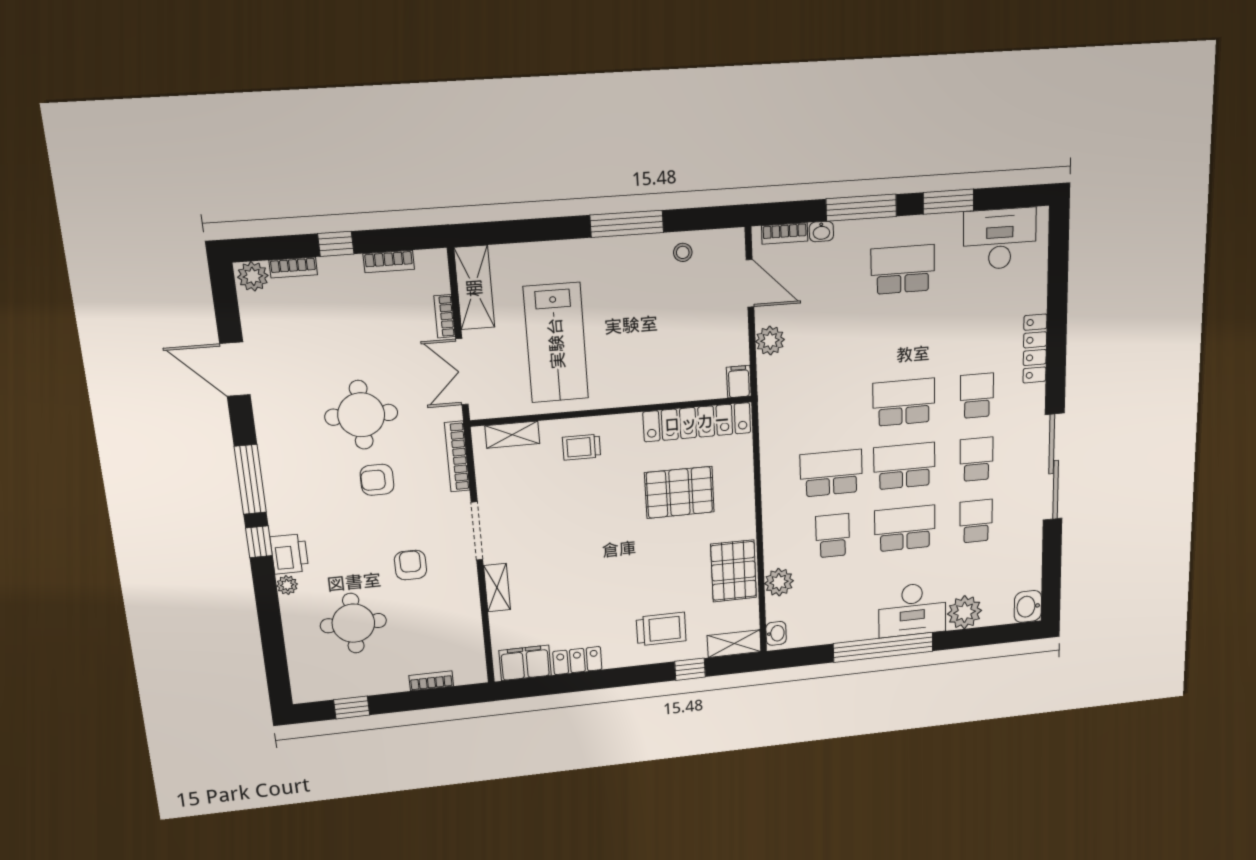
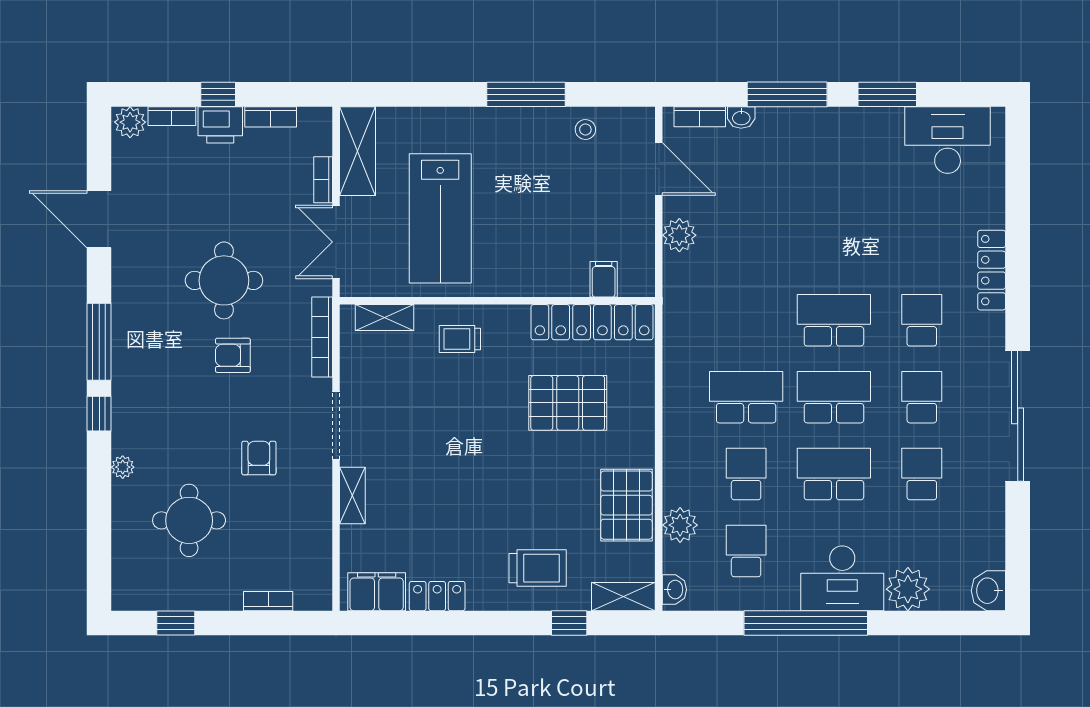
school desk: (903, 269) -> (746, 551), moved, width x0.54
filing cabinet: (739, 382) -> (604, 279), moved
printer: (289, 554) -> (220, 125), moved, turned 90

